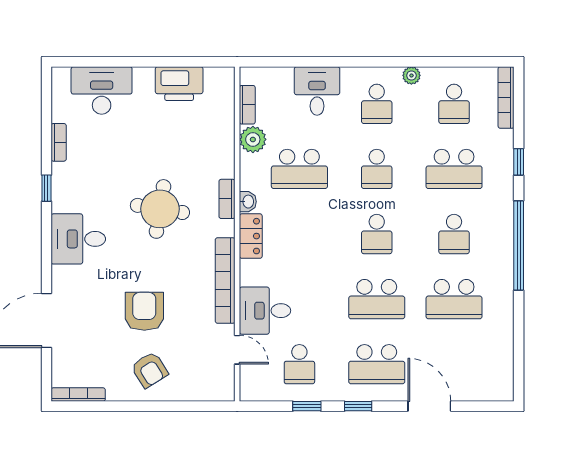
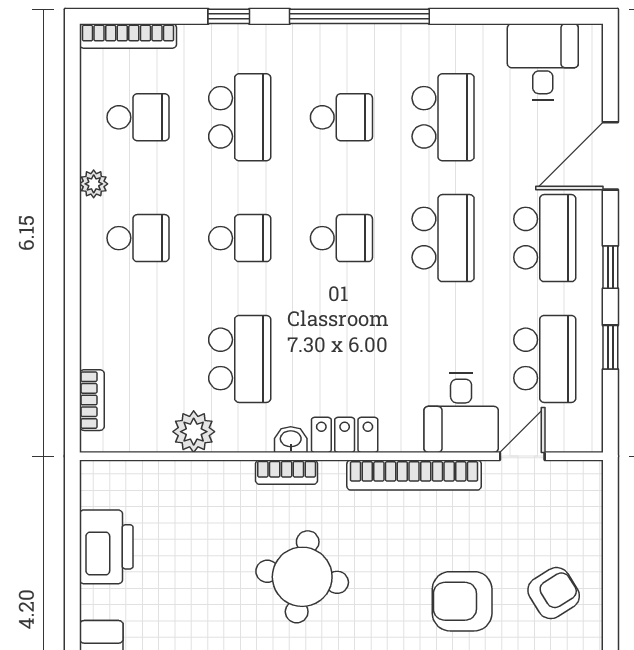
desk: (317, 91) -> (543, 62), moved, turned 90
bookcase: (247, 105) -> (92, 400), moved, turned 90
school desk: (299, 364) -> (545, 359), width x1.85

